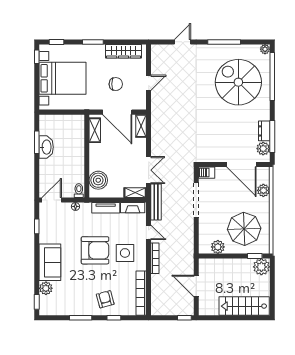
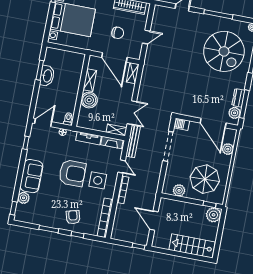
spiral stairs: (238, 82) -> (224, 51), turned 180
shelving: (95, 130) -> (90, 80), moved
boiler: (98, 180) -> (89, 100), moved

